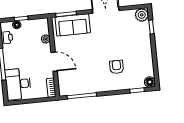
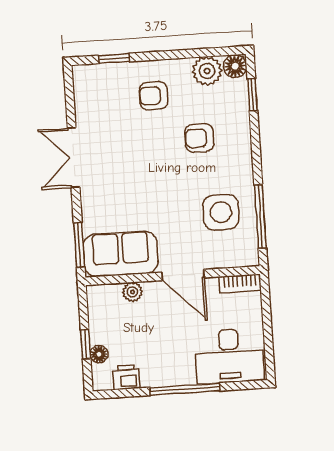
plant: (142, 15) -> (207, 71), moved
sofa: (73, 25) -> (121, 254), moved, turned -90
armchair: (135, 45) -> (154, 96), added
door: (54, 62) -> (183, 275), swing flipped
side table: (83, 78) -> (221, 212), added

